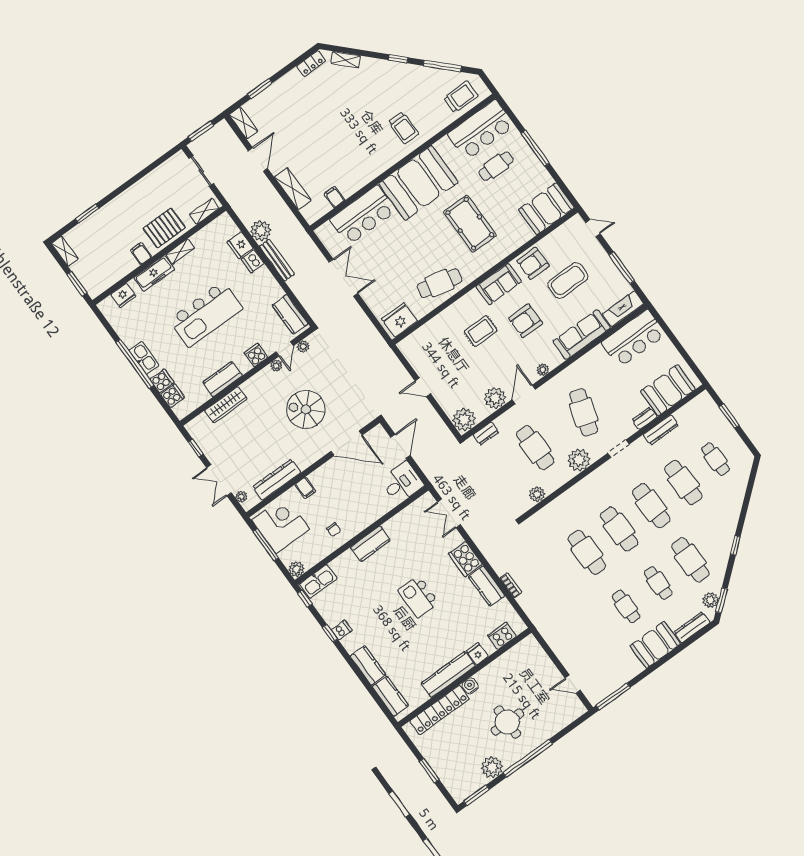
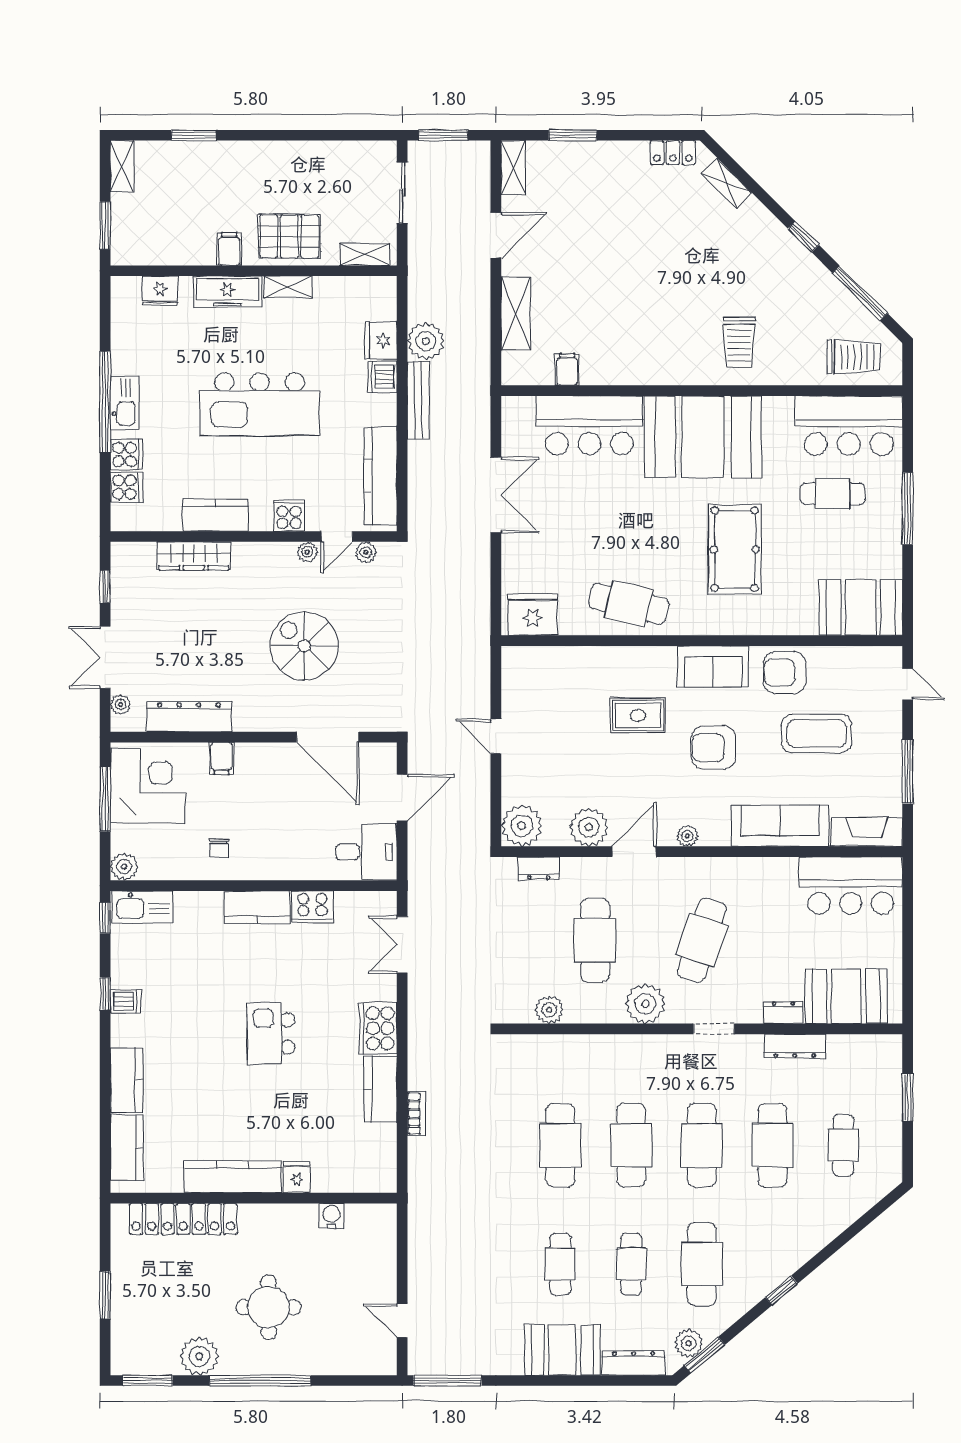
kitchen counter: (290, 314) -> (381, 476), width x1.50
cooker: (502, 636) -> (312, 907), moved, turned 180
water cooler: (470, 686) -> (332, 1216), moved

